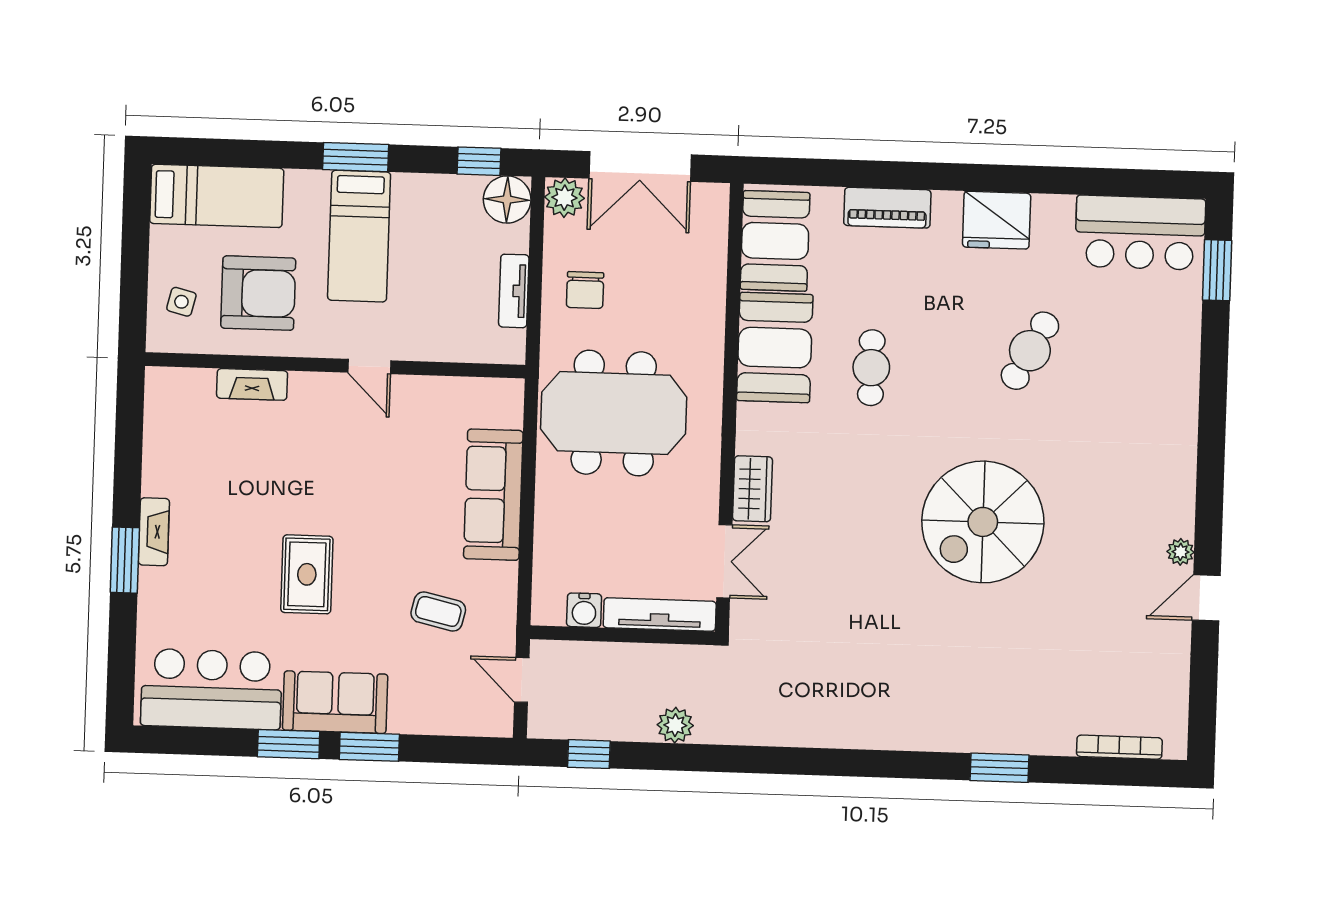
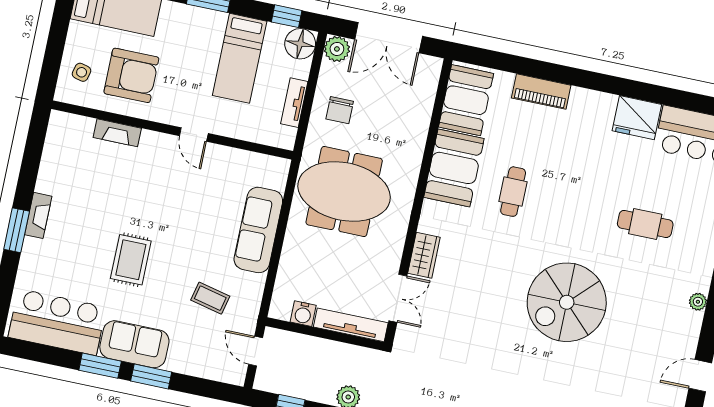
fridge: (997, 220) -> (637, 118), moved
bed: (359, 236) -> (240, 58), moved
cafe table: (1030, 351) -> (645, 224), moved, turned 62
plant: (1181, 552) -> (698, 302), moved

